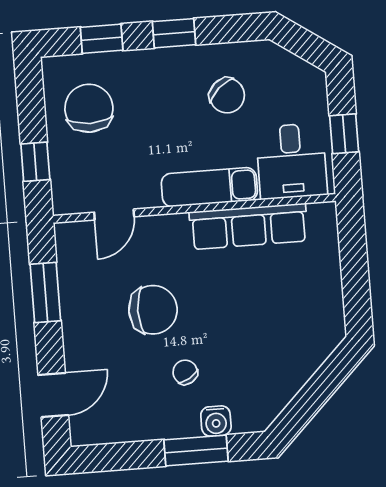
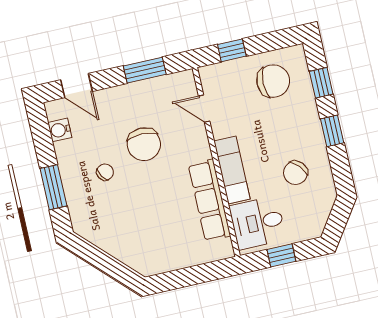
water cooler: (216, 421) -> (60, 130), moved

